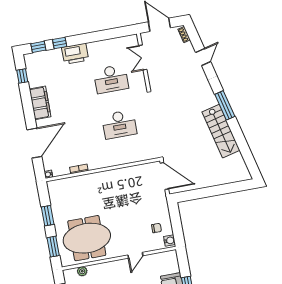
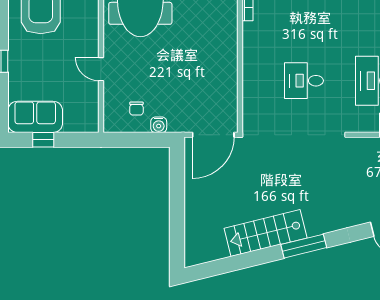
desk: (119, 124) -> (304, 81), width x0.73
water cooler: (169, 241) -> (159, 125), moved

